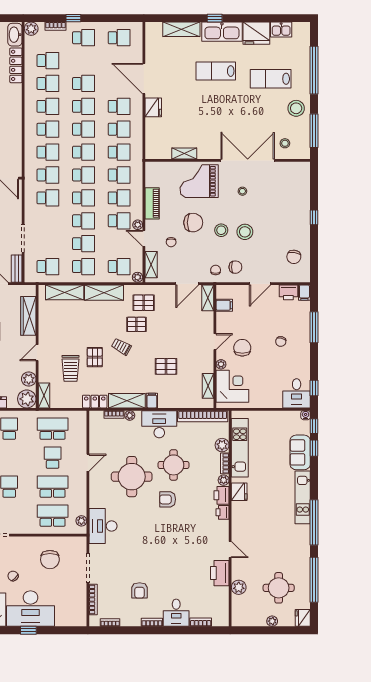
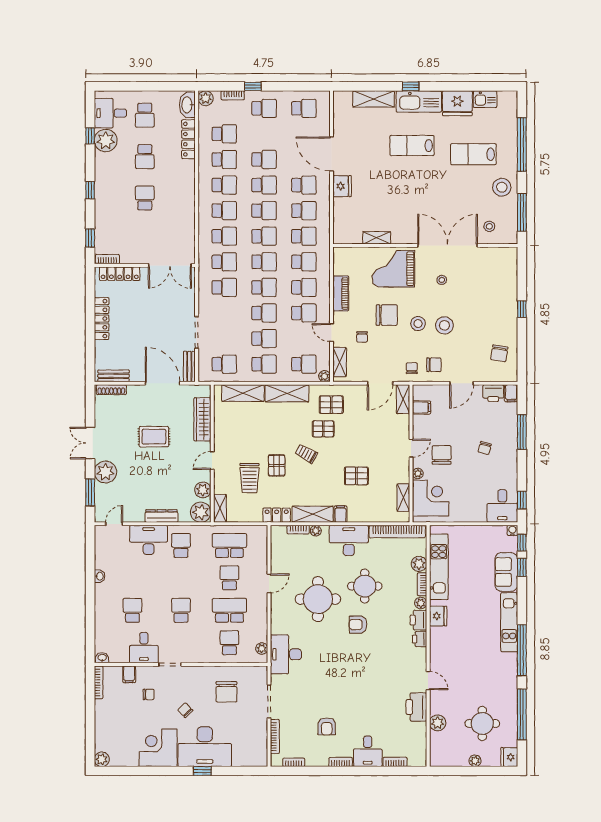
plant: (138, 225) -> (325, 318), removed
school desk: (53, 516) -> (229, 643), width x0.54

